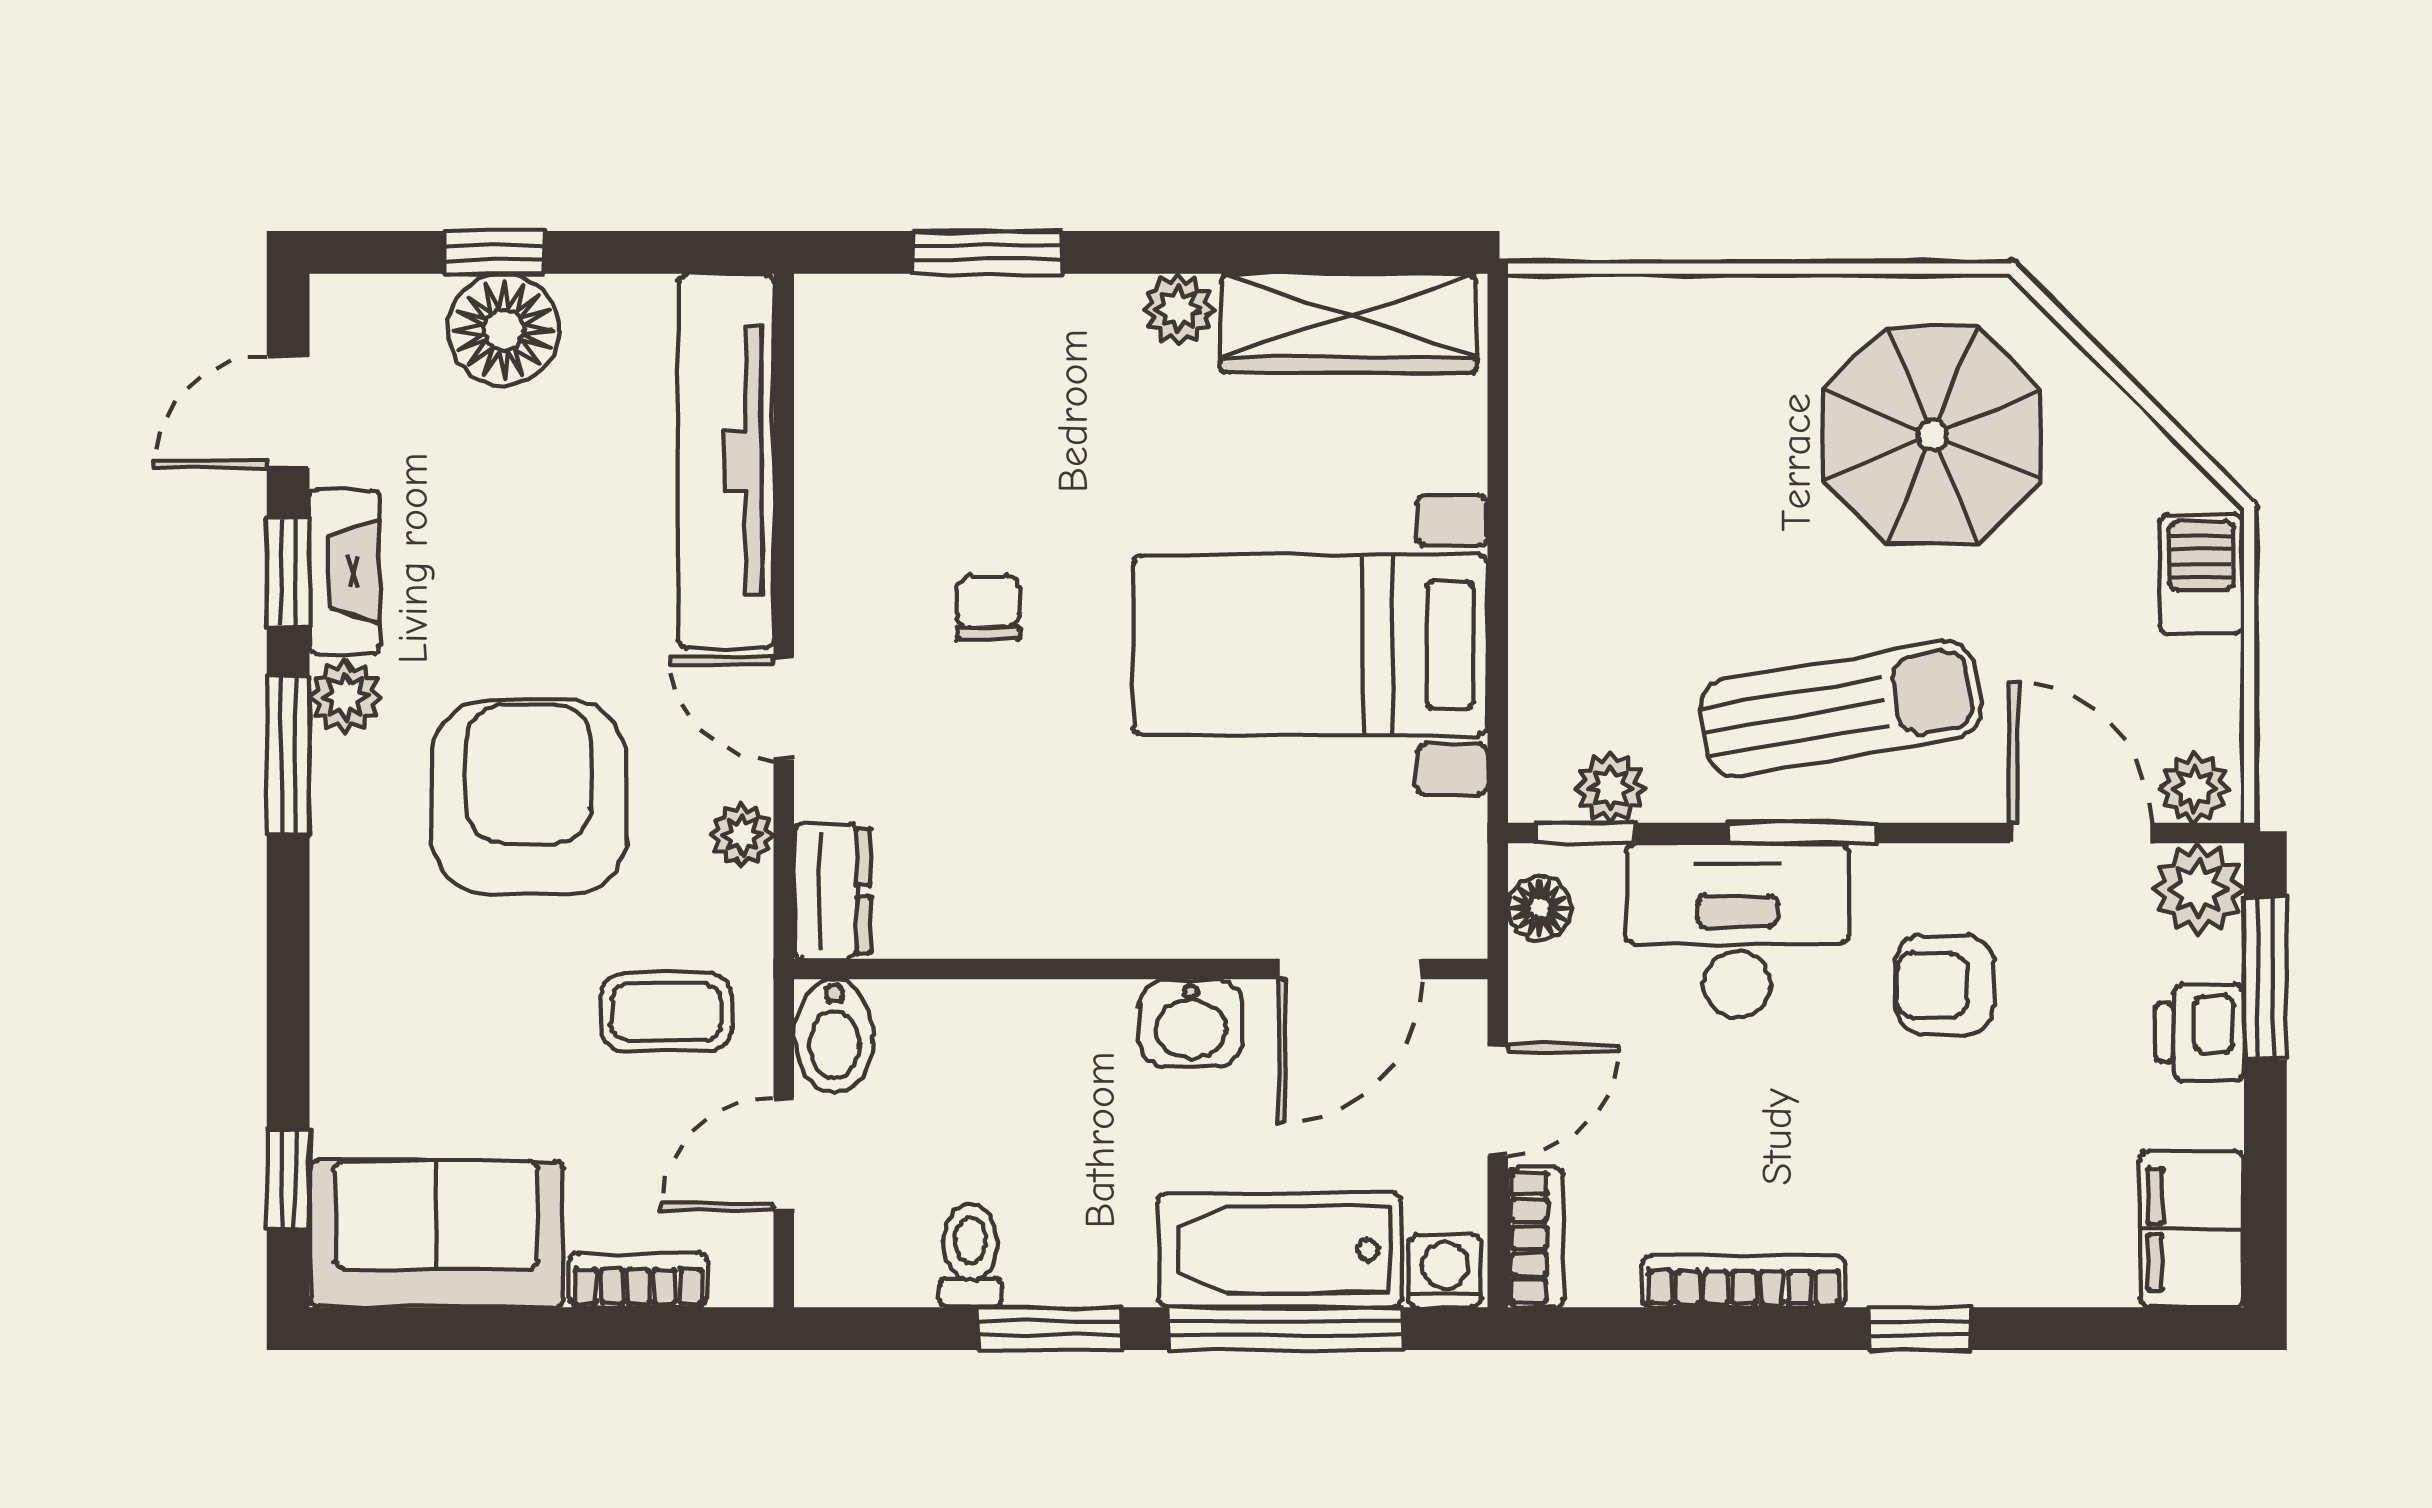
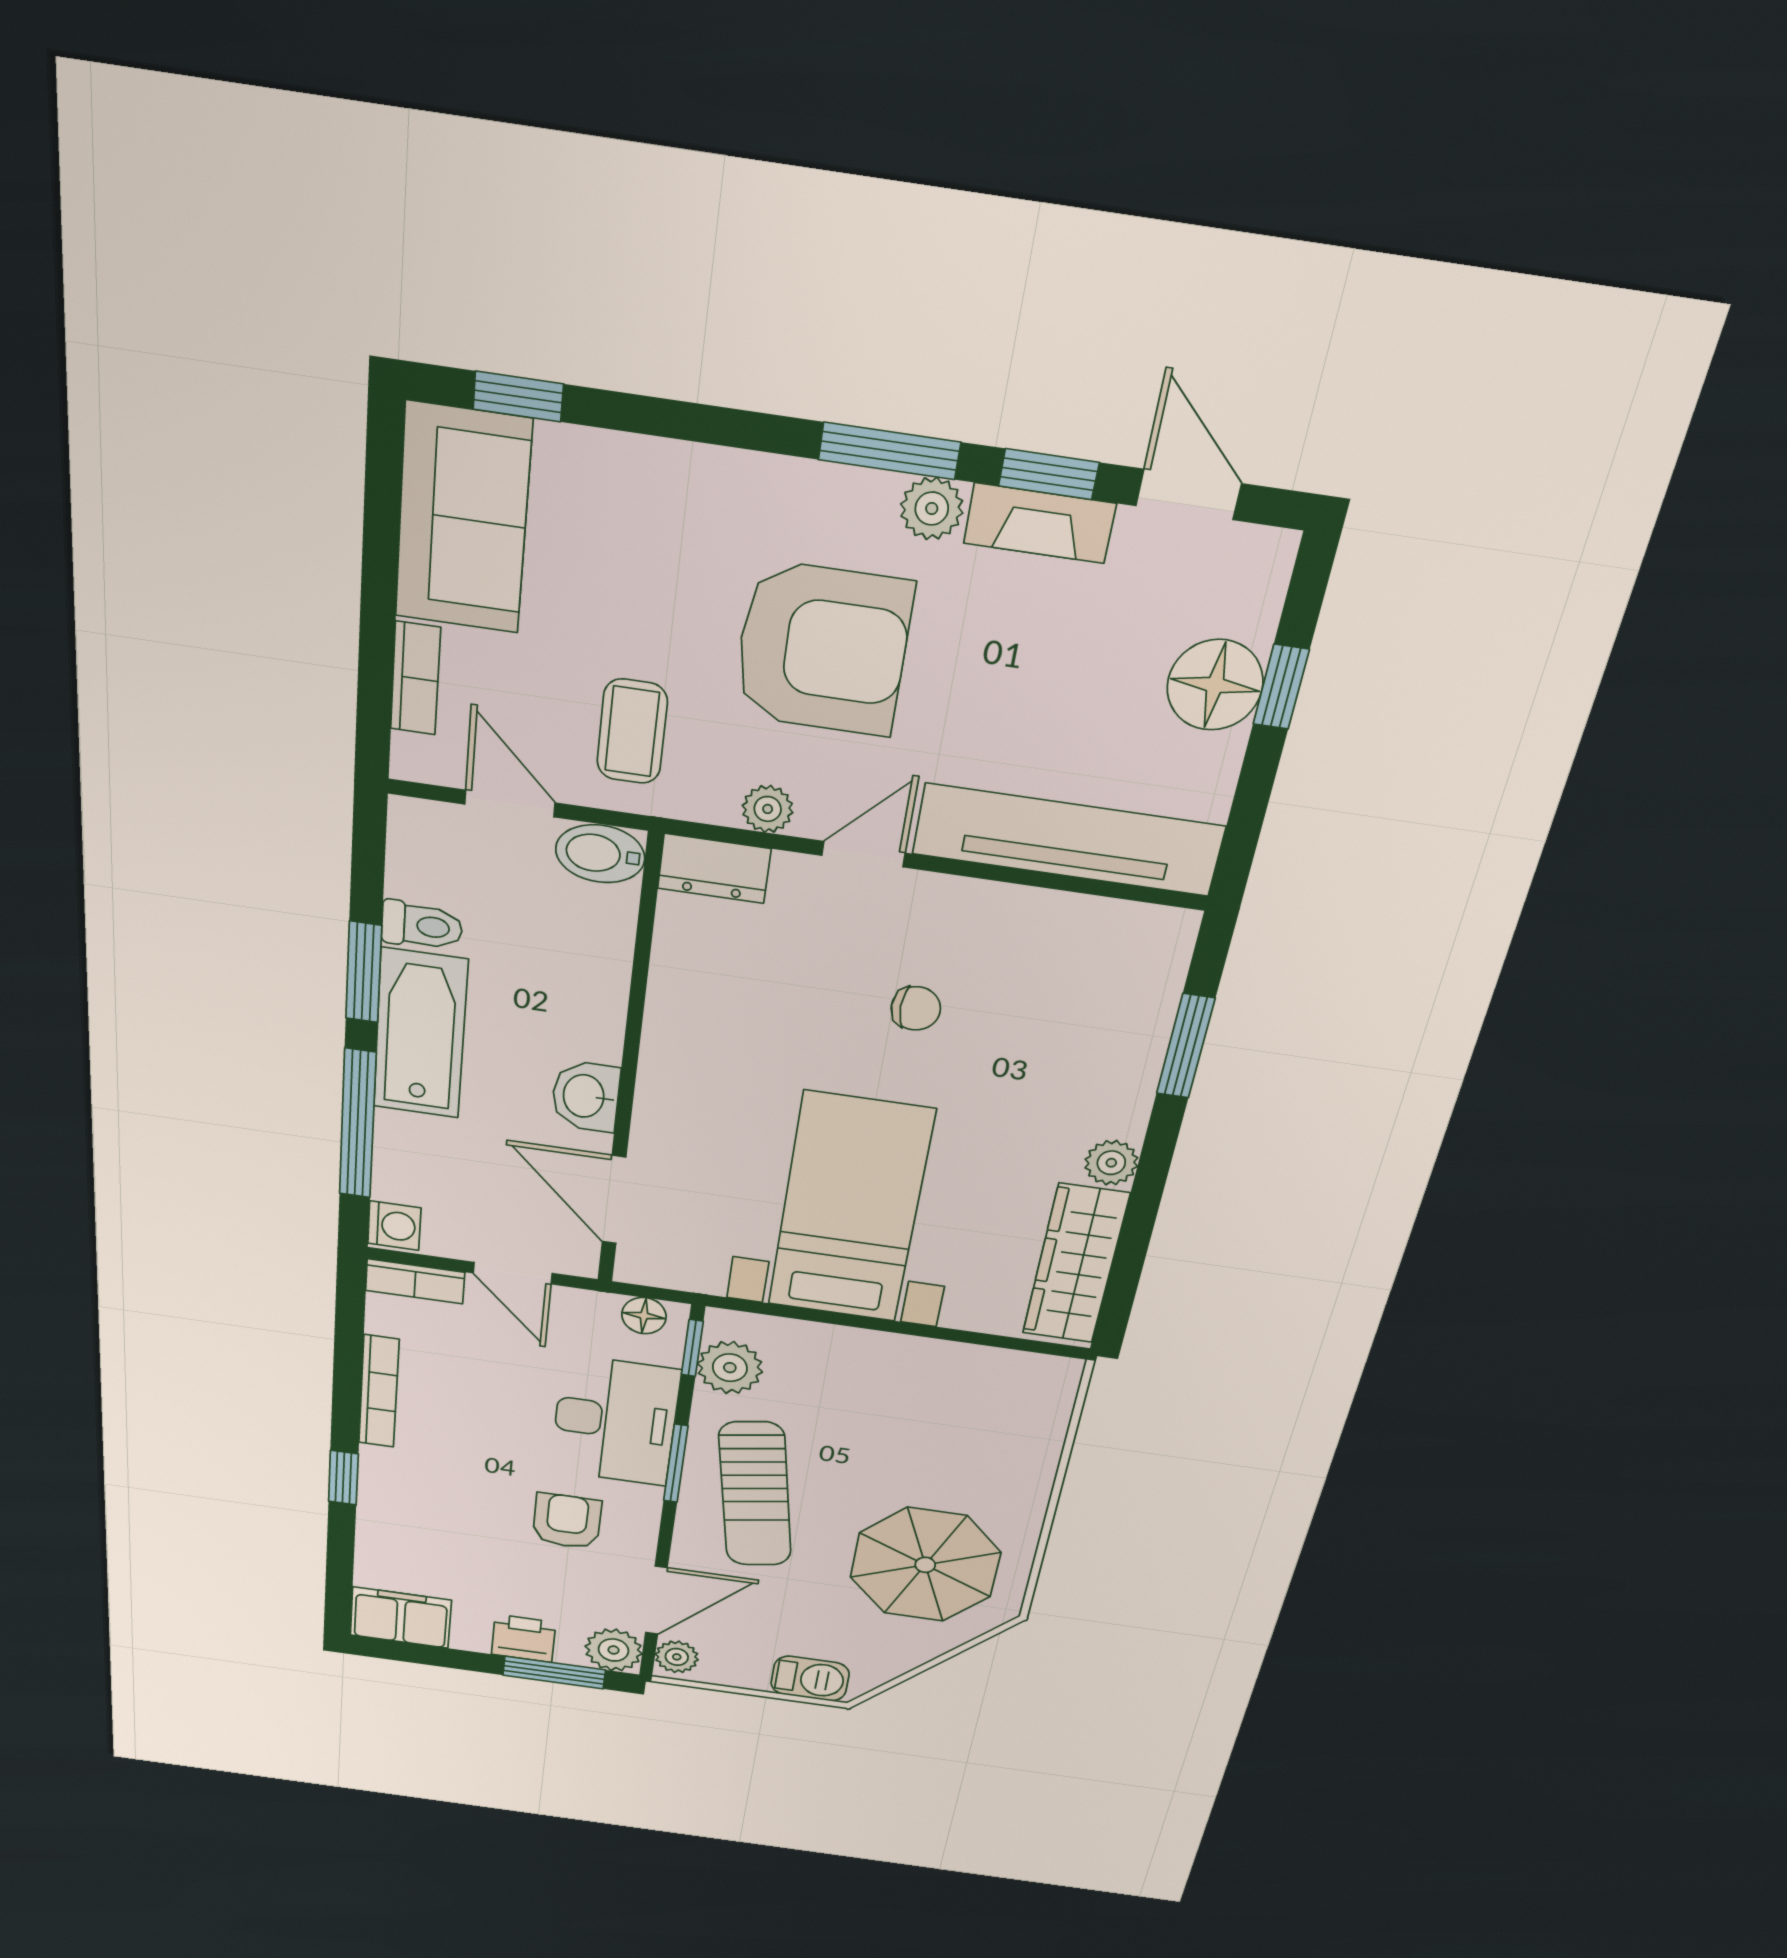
plant: (1611, 788) -> (730, 1368), width x1.38, depth x1.38
bathtub: (1280, 1250) -> (420, 1034), moved

